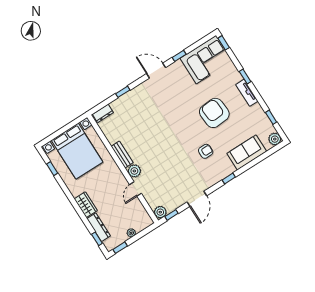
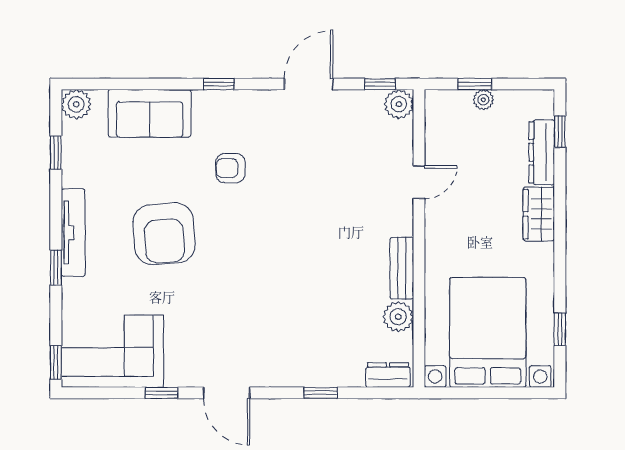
tv unit: (247, 93) -> (73, 233), width x1.41
plant: (134, 171) -> (398, 317), moved
window: (120, 248) -> (475, 84), moved

